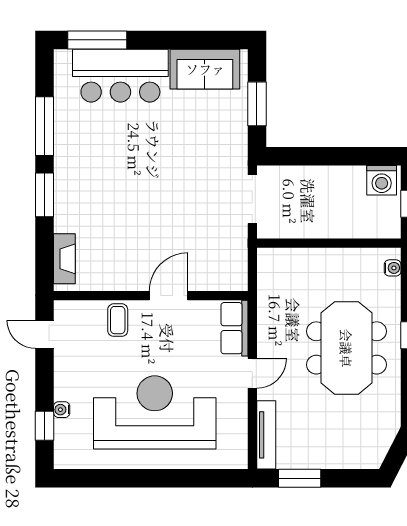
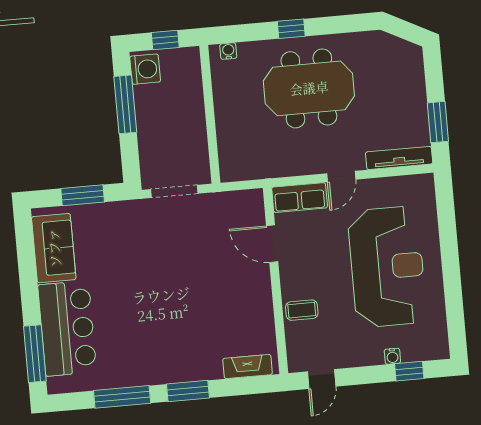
window: (347, 156) -> (125, 104), added
door: (169, 296) -> (272, 244), moved
door: (252, 373) -> (341, 176), swing flipped
reception desk: (155, 412) -> (387, 267), turned 180

